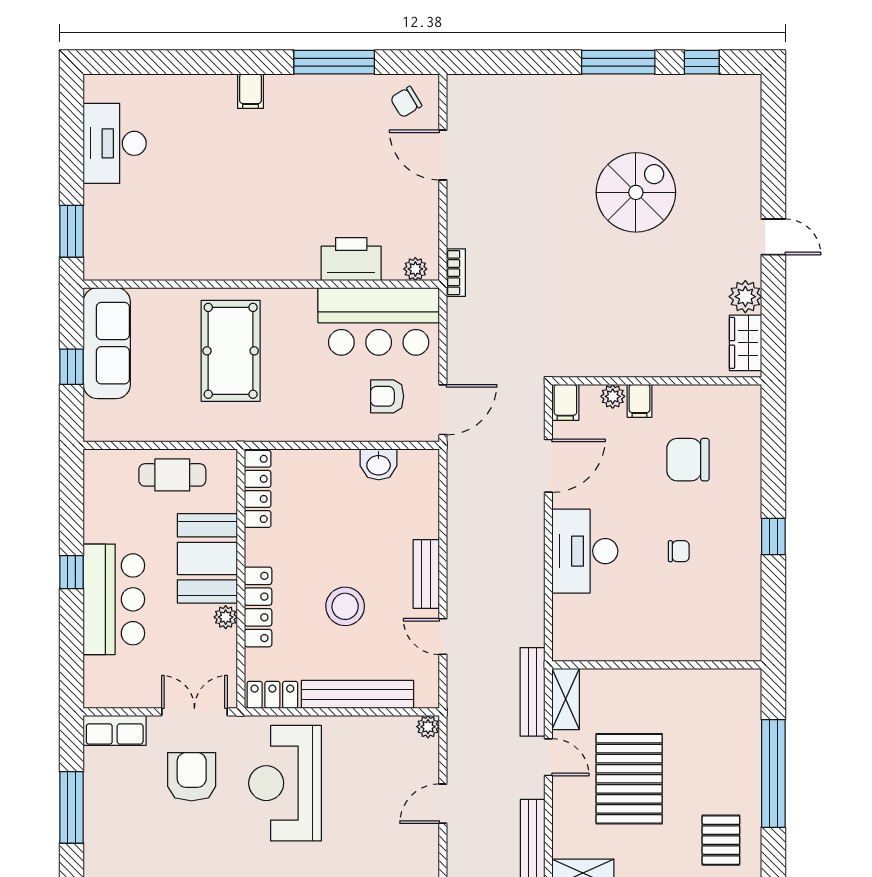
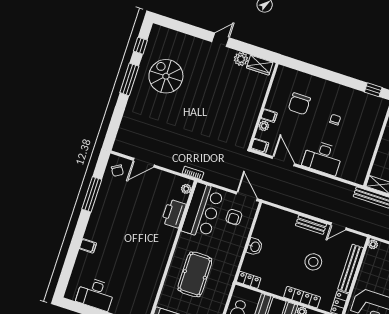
filing cabinet: (250, 91) -> (88, 246), moved
spiral stairs: (636, 192) -> (166, 76), moved
pool table: (231, 351) -> (195, 274), turned 90
washbasin: (379, 464) -> (255, 247), moved
locker: (258, 489) -> (249, 280), width x0.66
window: (773, 536) -> (373, 90), moved

